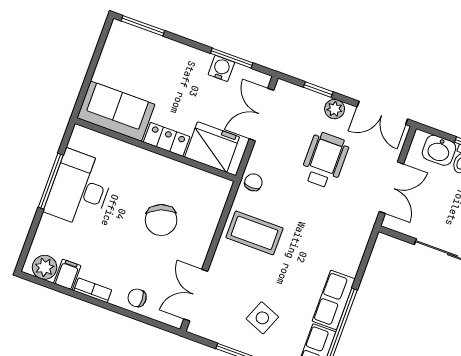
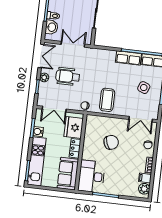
kitchen unit: (158, 50) -> (37, 161), added
desk: (80, 189) -> (91, 176), moved, turned 90

